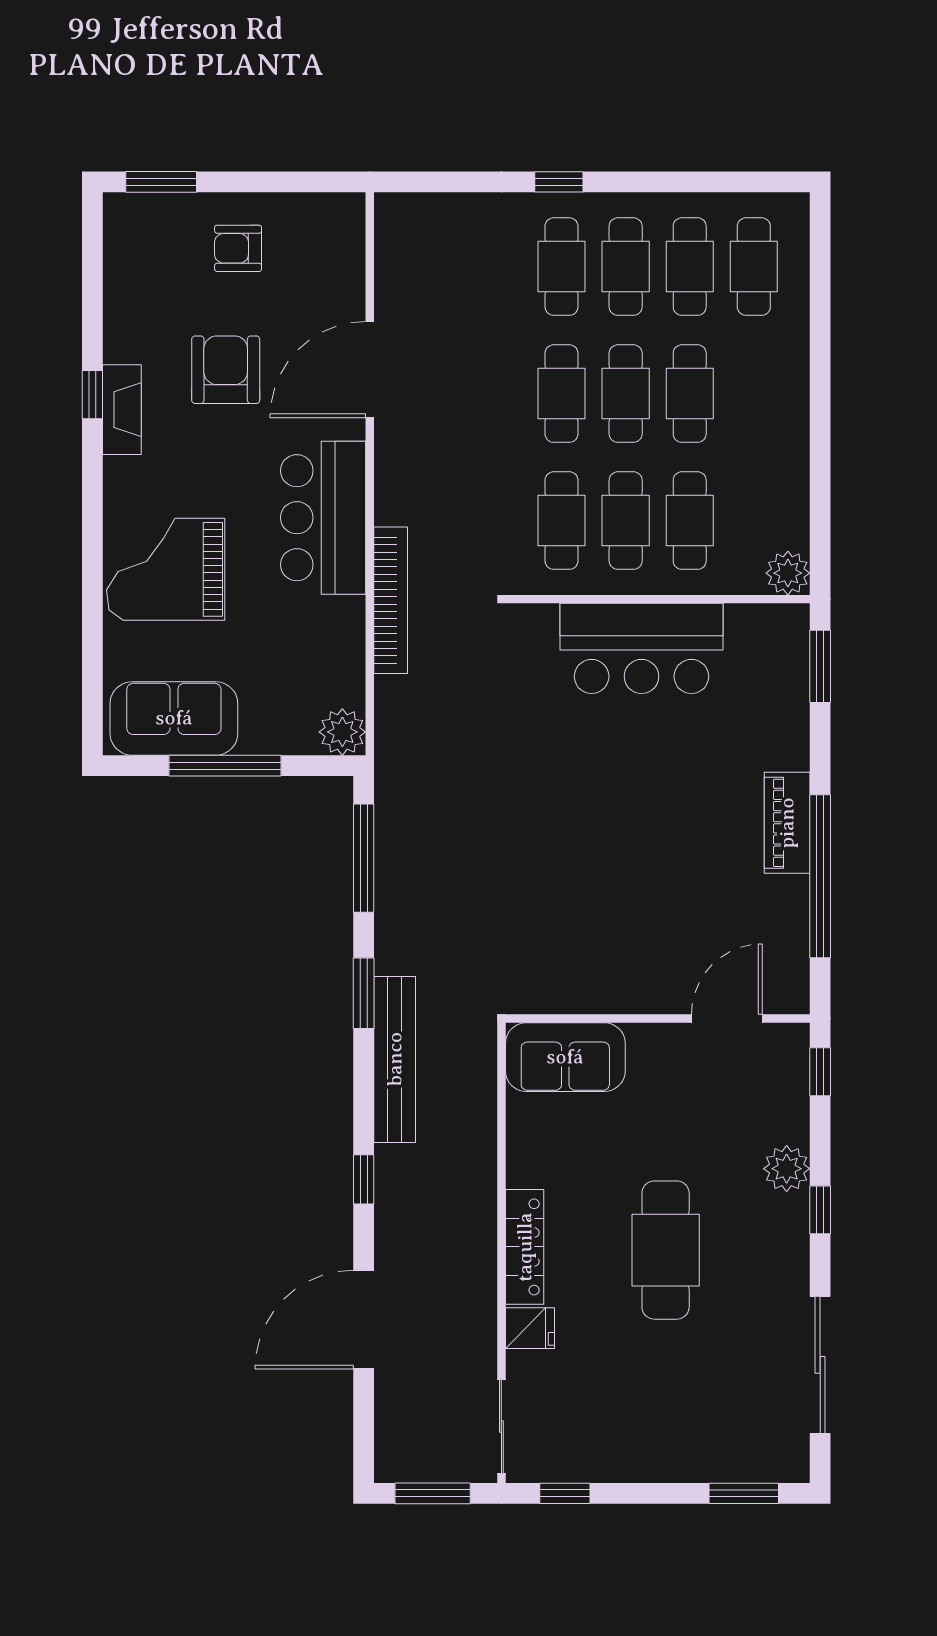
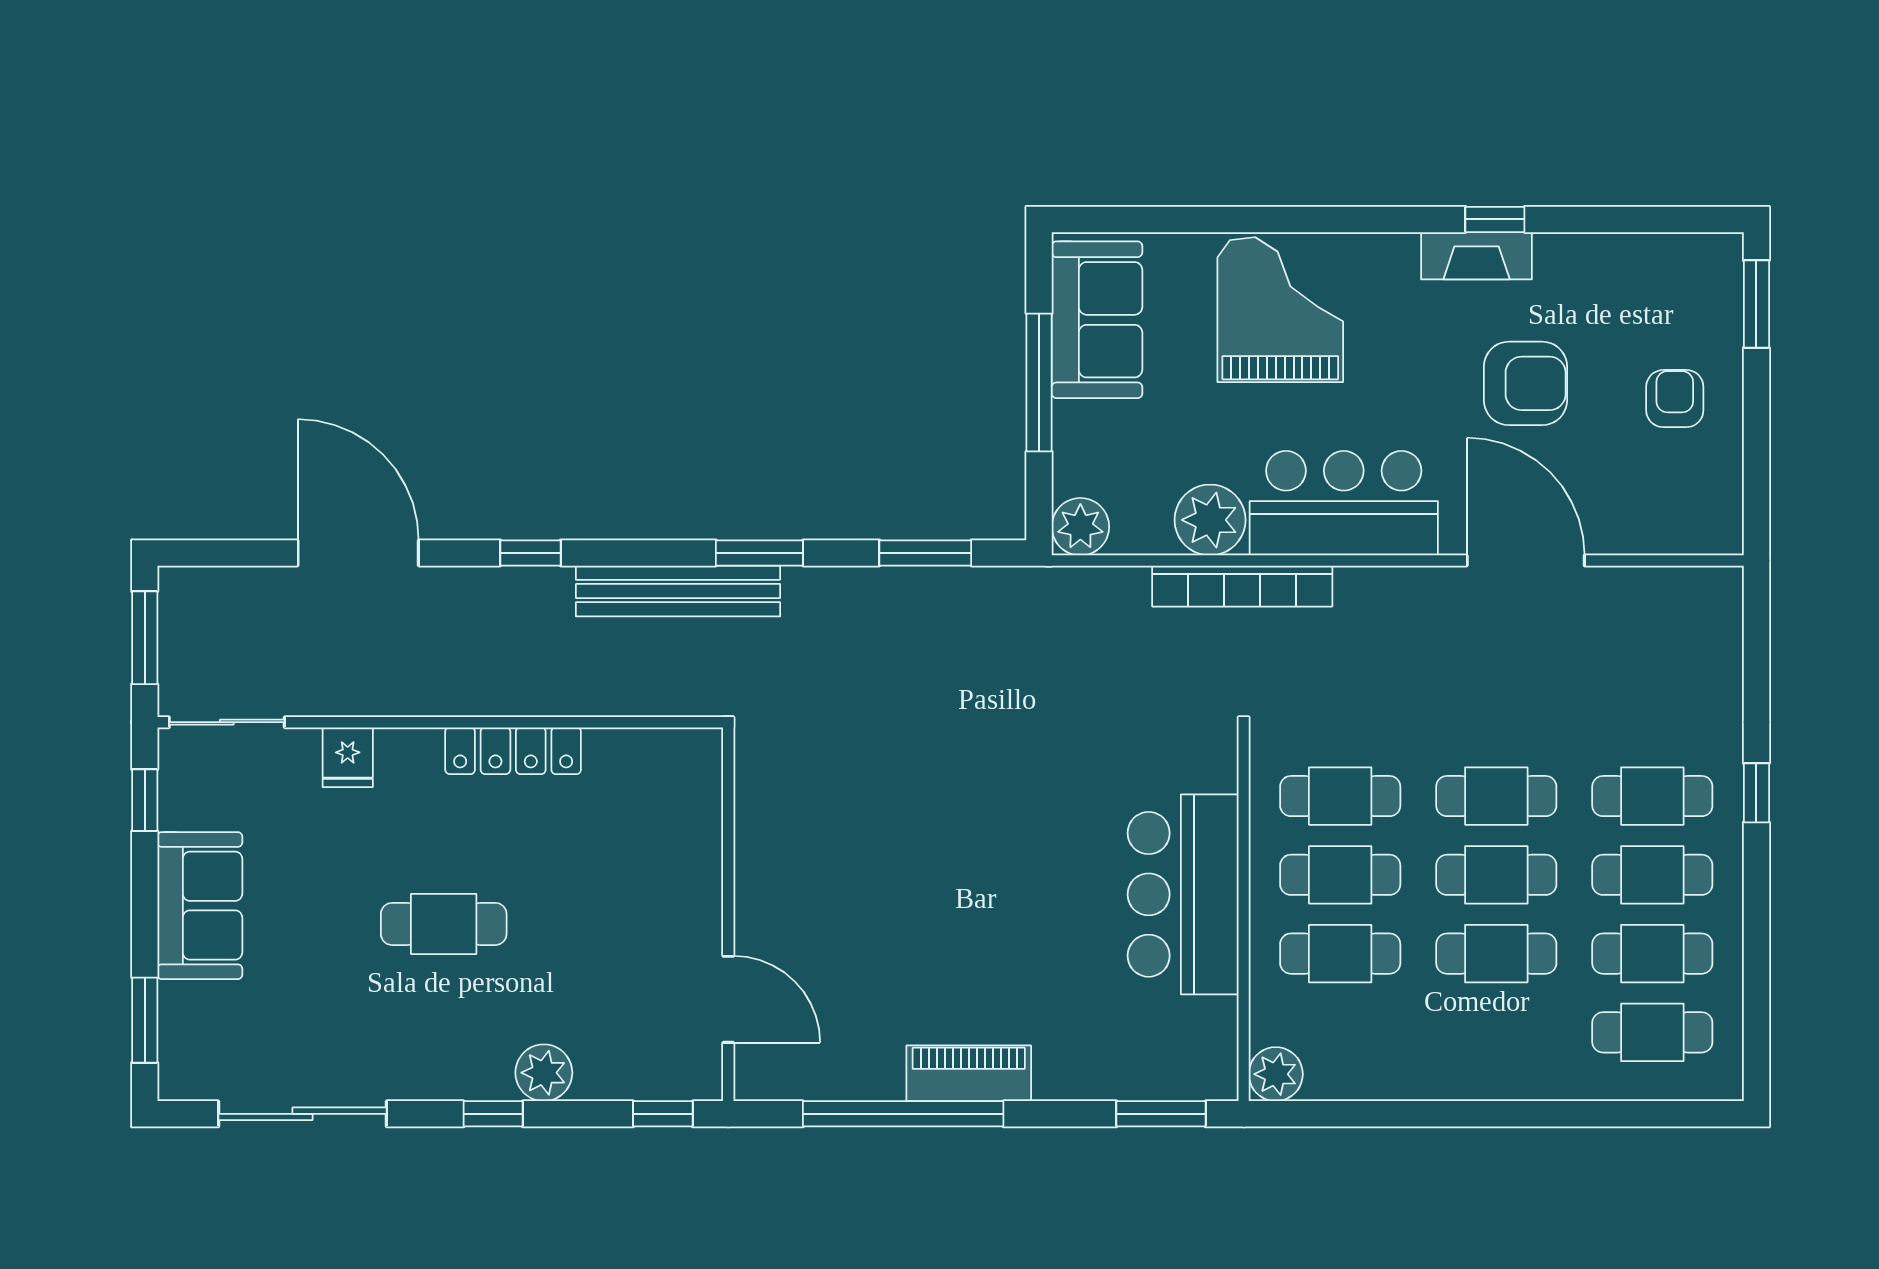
plant: (337, 626) -> (1210, 520), added
window: (364, 858) -> (925, 553), width x0.69
sofa: (565, 1057) -> (200, 906), moved, turned 180
locker: (525, 1247) -> (513, 751), moved
cafe table: (666, 1250) -> (444, 924), width x0.73, depth x0.74

